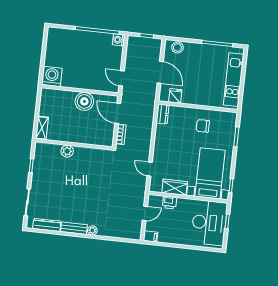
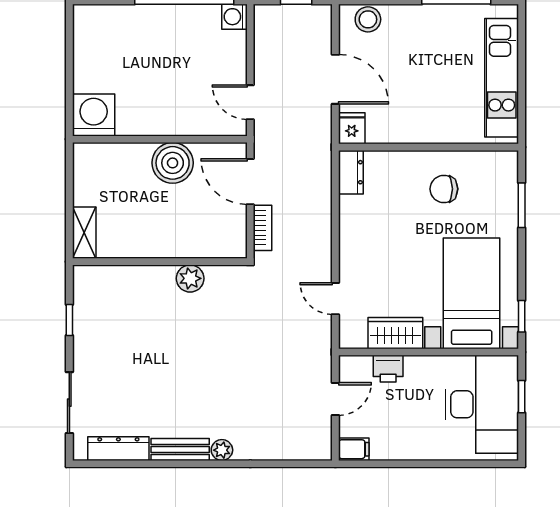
fridge: (175, 96) -> (352, 128), moved
plant: (67, 151) -> (190, 278), moved

